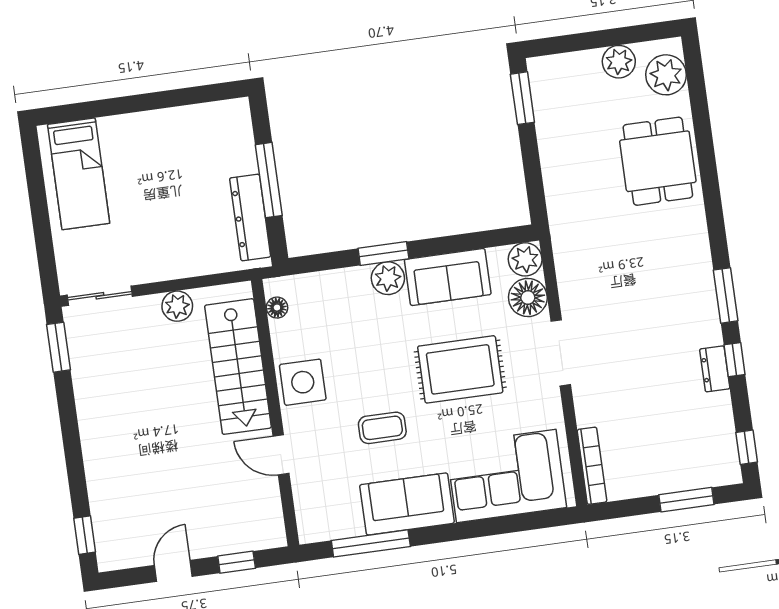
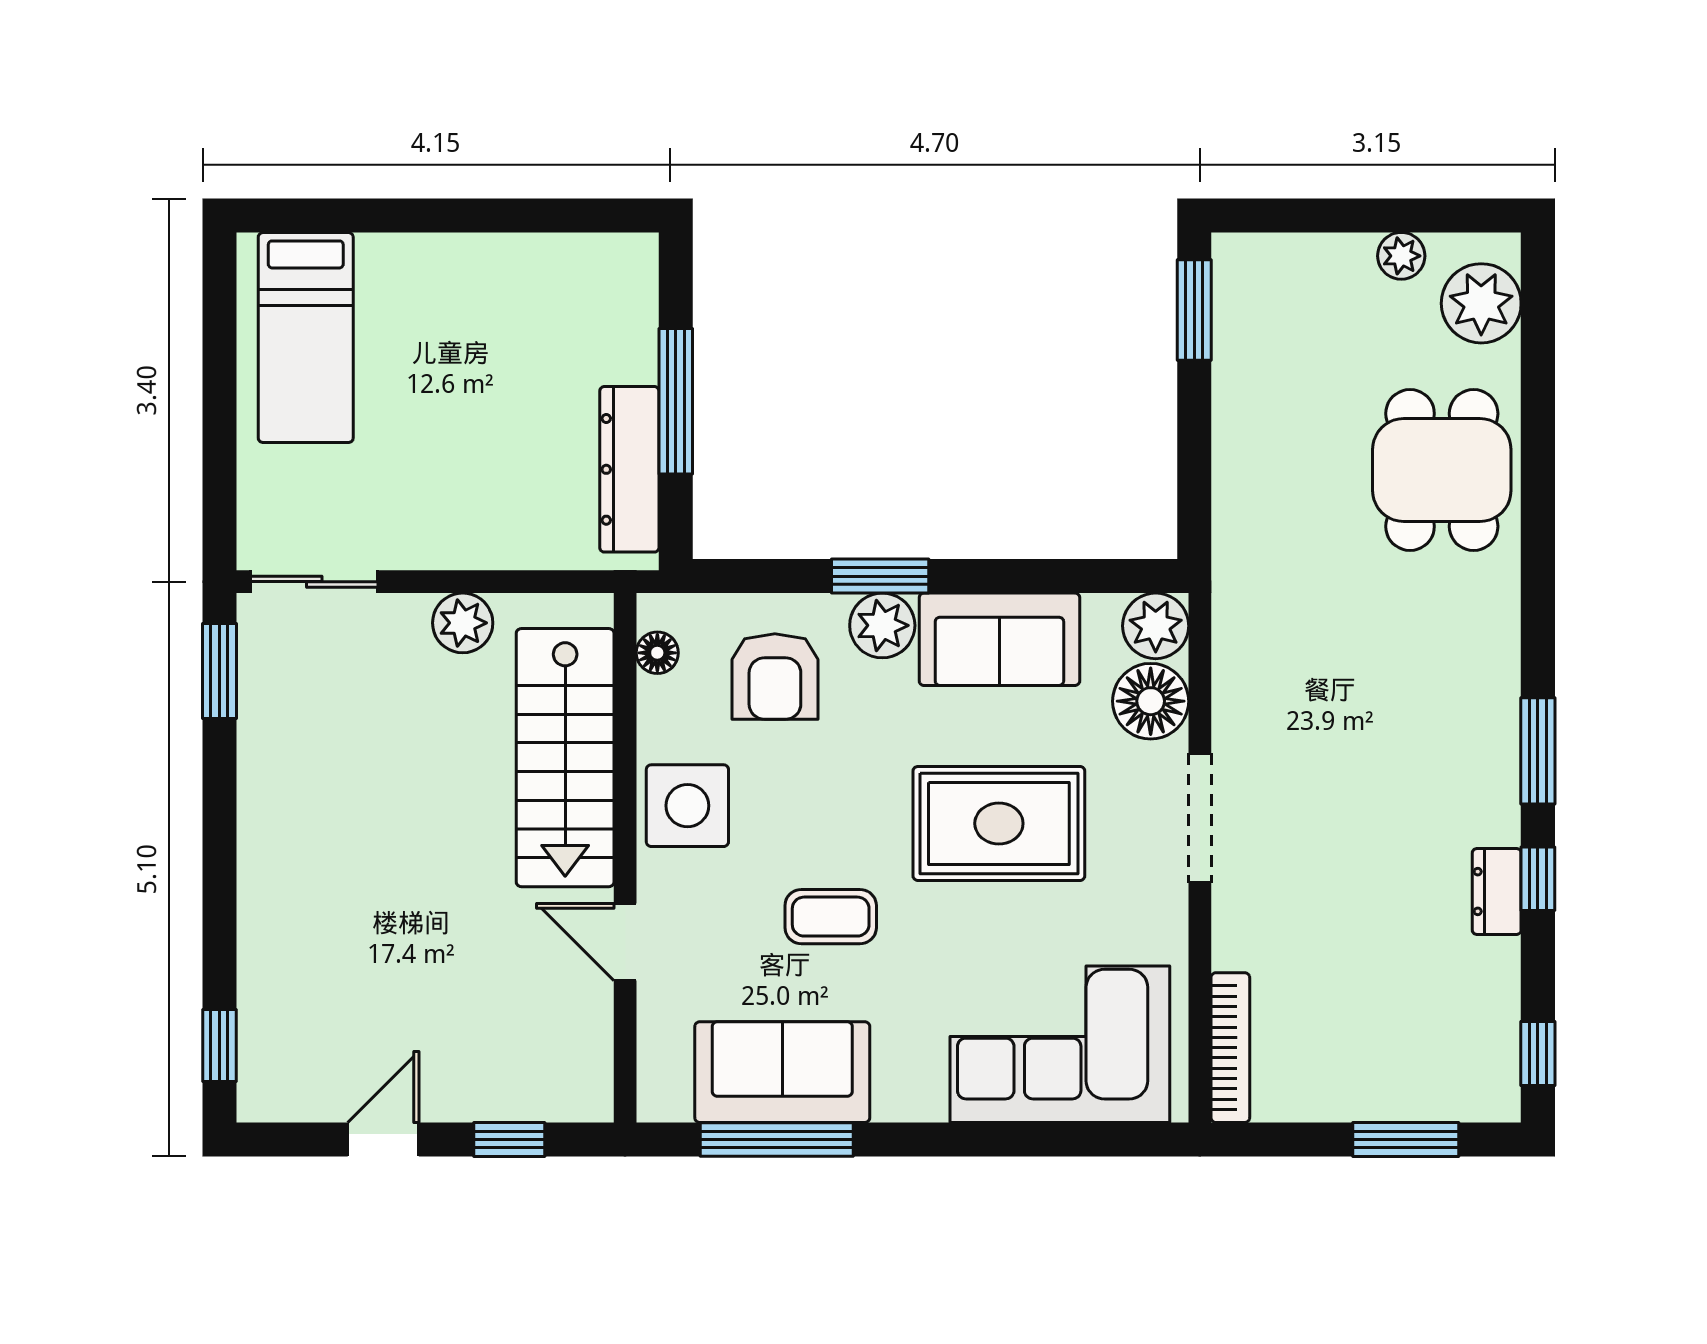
plant: (619, 62) -> (1401, 256), width x0.73, depth x0.73
armchair: (338, 311) -> (775, 677), added
sofa: (407, 504) -> (782, 1072), moved

